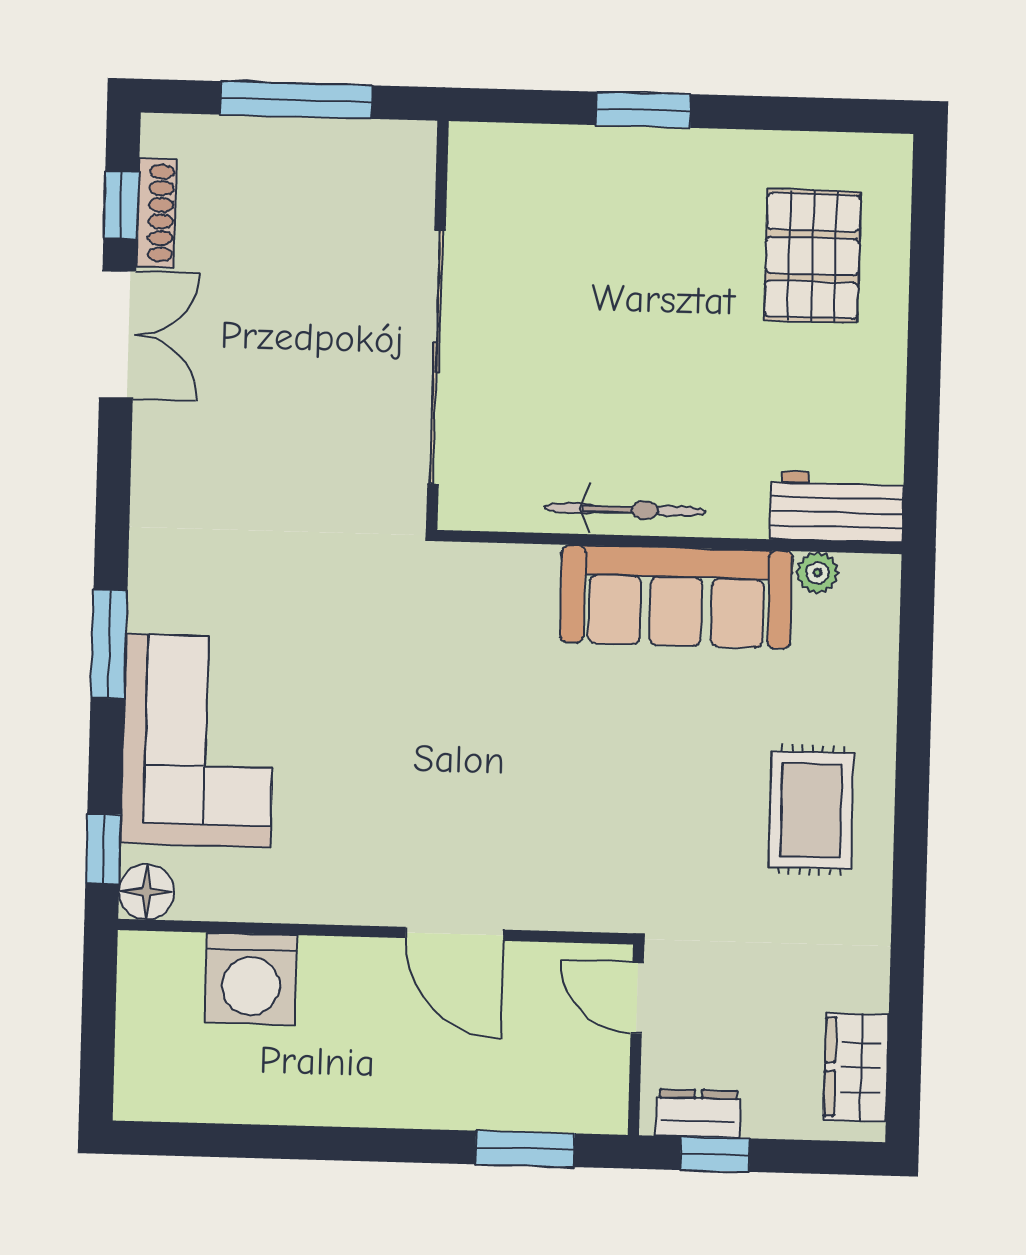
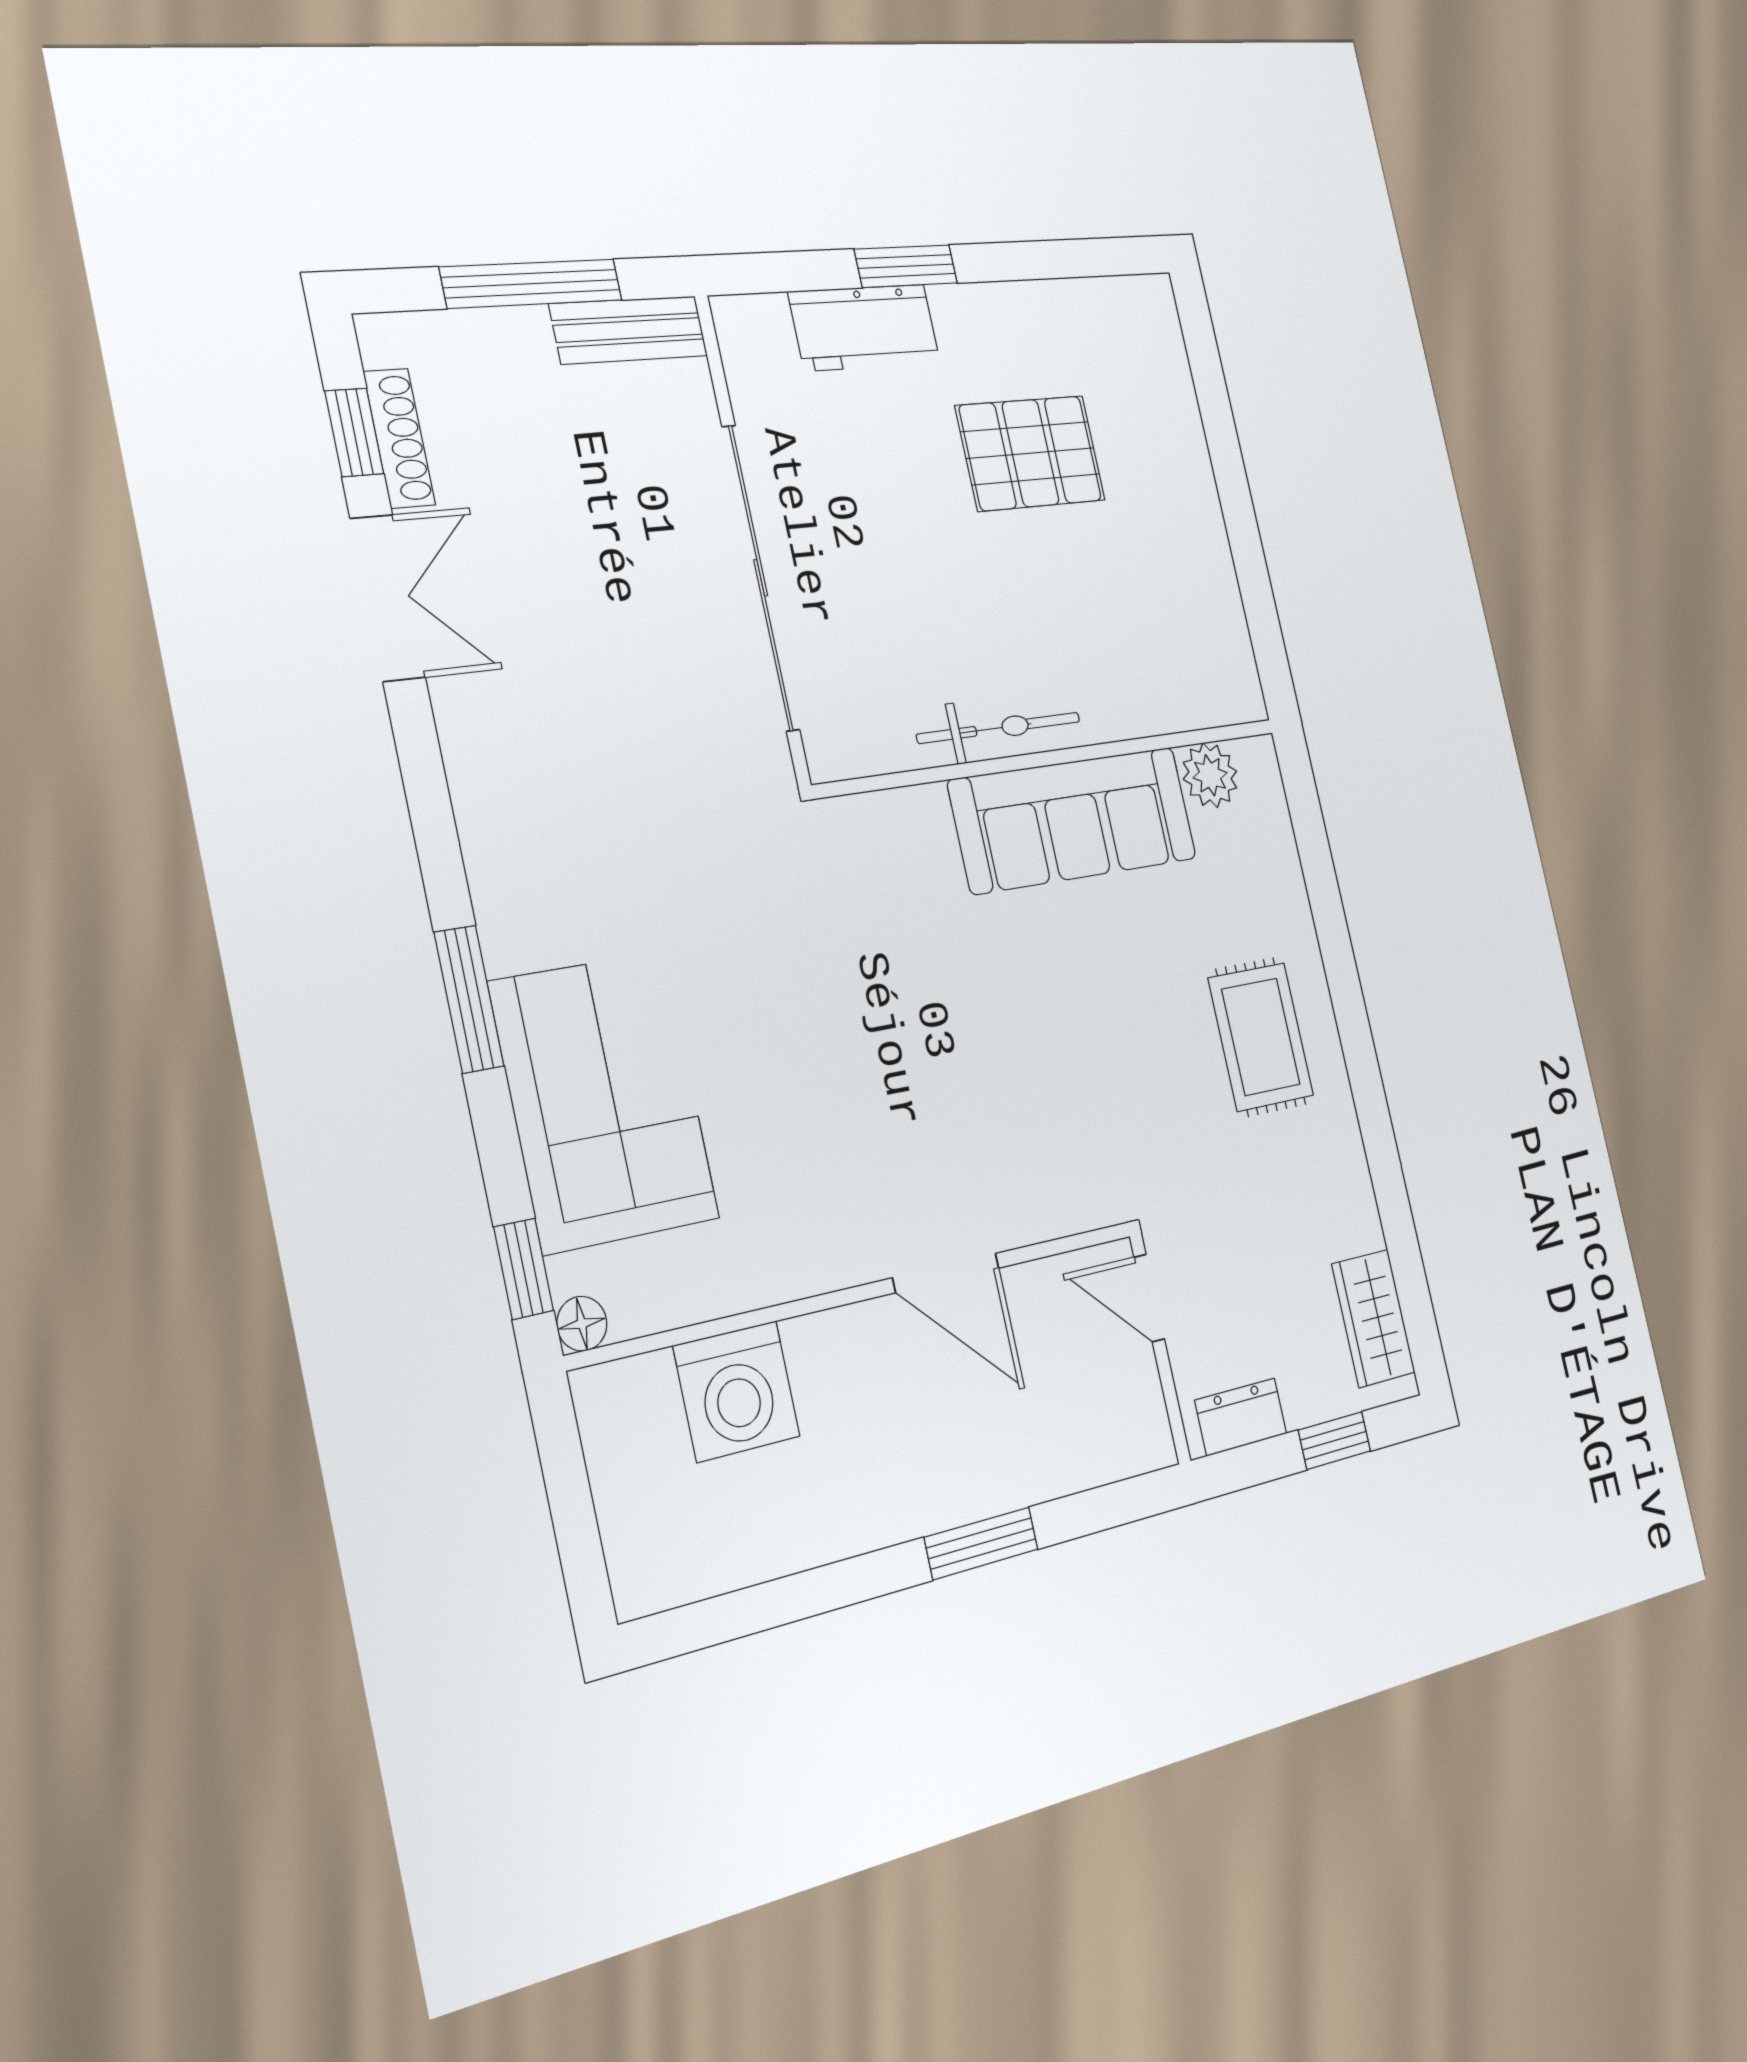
bench: (371, 144) -> (629, 330), added
pallet: (812, 256) -> (1030, 453), moved, turned 90
workbench: (837, 507) -> (865, 328), moved, turned 180
plant: (818, 573) -> (1210, 775), width x1.38, depth x1.38
floor lamp: (147, 892) -> (582, 1324), width x0.73, depth x0.73
window: (525, 1149) -> (981, 1543), moved
window: (715, 1154) -> (1335, 1441), moved

